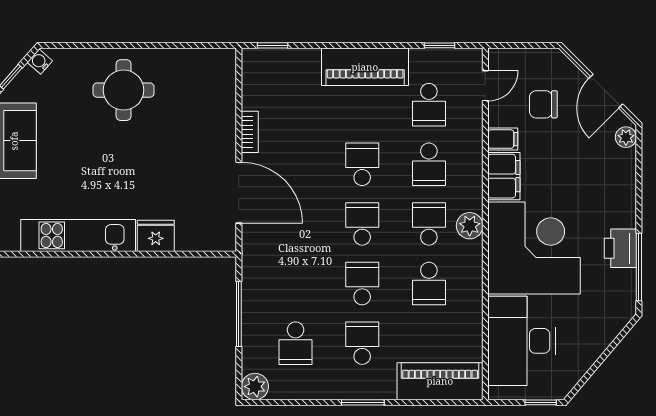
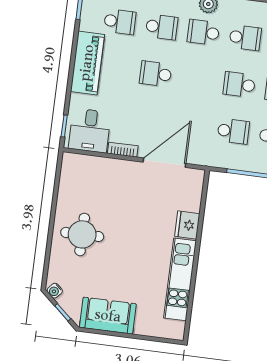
desk: (271, 82) -> (90, 131), added
school desk: (362, 224) -> (233, 131), moved, turned 180

